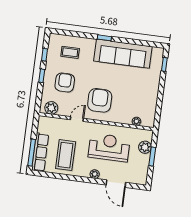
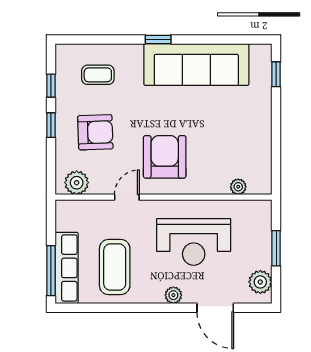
armchair: (65, 83) -> (95, 132), turned 88
reception desk: (109, 147) -> (194, 242), turned 180
plant: (145, 147) -> (260, 282), moved

